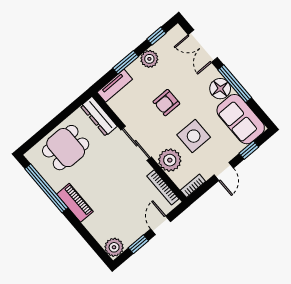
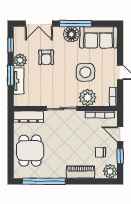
tv unit: (115, 86) -> (19, 81), moved
armchair: (166, 103) -> (46, 57), moved
window: (249, 150) -> (120, 48), removed
piano: (75, 203) -> (81, 172), moved
chair: (125, 221) -> (100, 152), added

